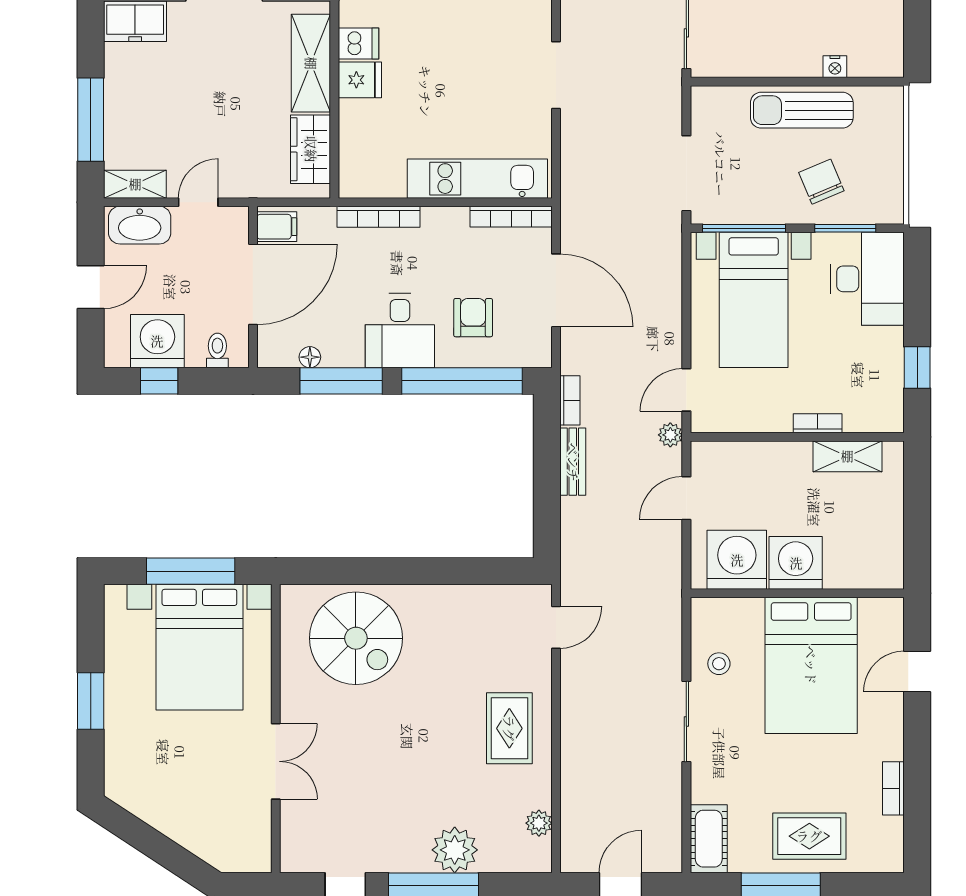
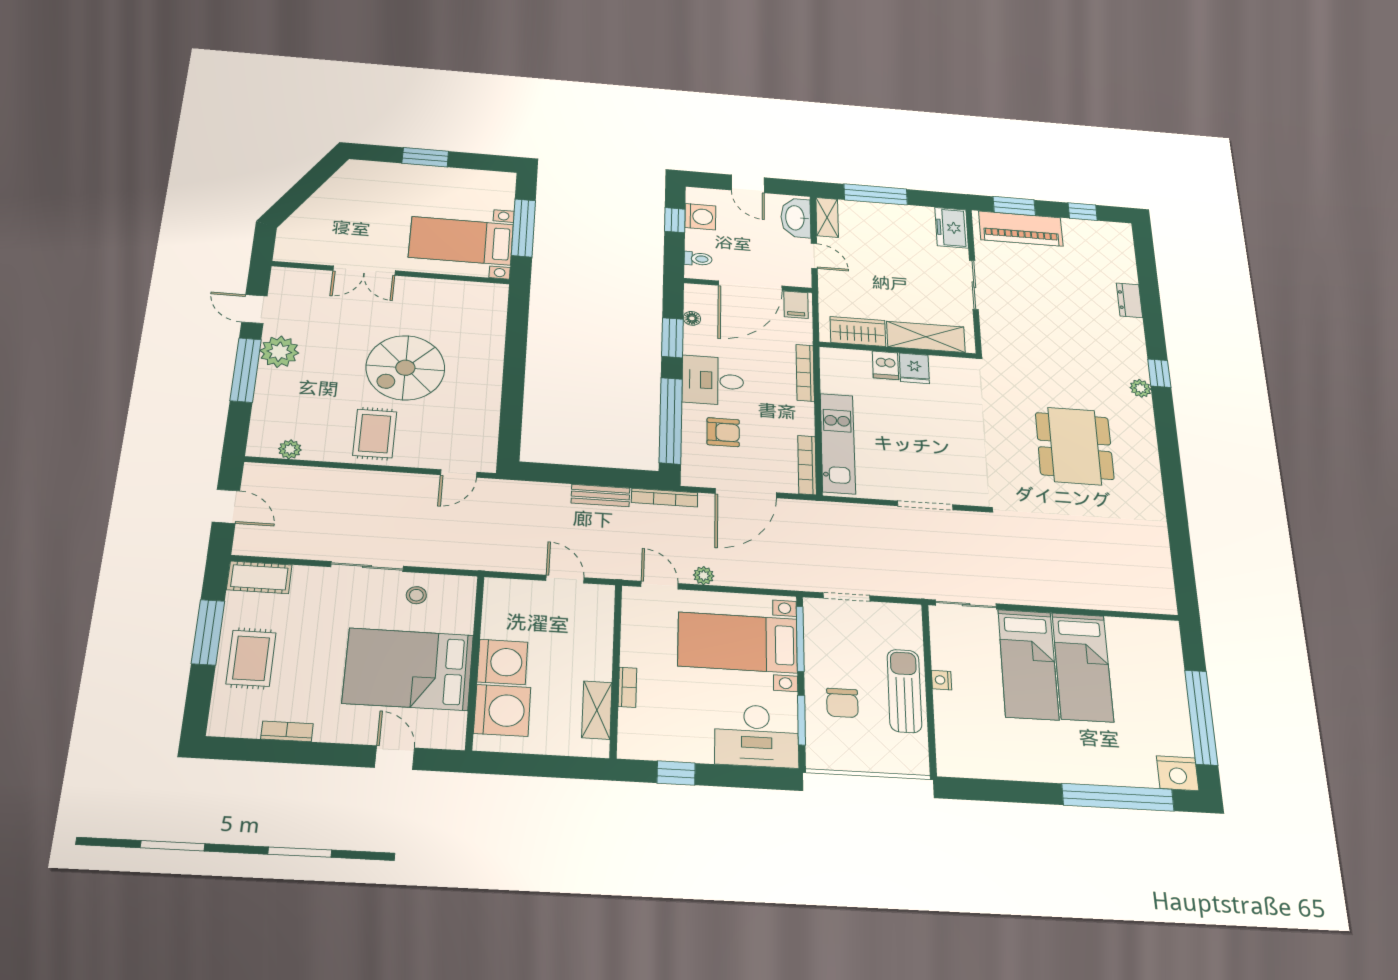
dishwasher: (358, 44) -> (885, 365), moved
nightstand: (835, 67) -> (942, 680), moved
doorway: (686, 173) -> (847, 597), width x0.73
chair: (821, 182) -> (842, 703), turned 113
door: (253, 284) -> (750, 286), hinge flipped
washing machine: (157, 341) -> (700, 217), width x0.73, depth x0.73
window: (341, 381) -> (672, 338), width x0.69
bookcase: (570, 400) -> (665, 498), width x1.56
plant: (670, 435) -> (704, 576), moved
washing machine: (737, 560) -> (502, 710), moved
door: (556, 627) -> (459, 474), hinge flipped
spiral stairs: (356, 638) -> (405, 368), moved
bed with nightstands: (199, 647) -> (461, 241), width x0.73
rug: (509, 728) -> (375, 434), turned 90
plant: (455, 850) -> (279, 352), moved

